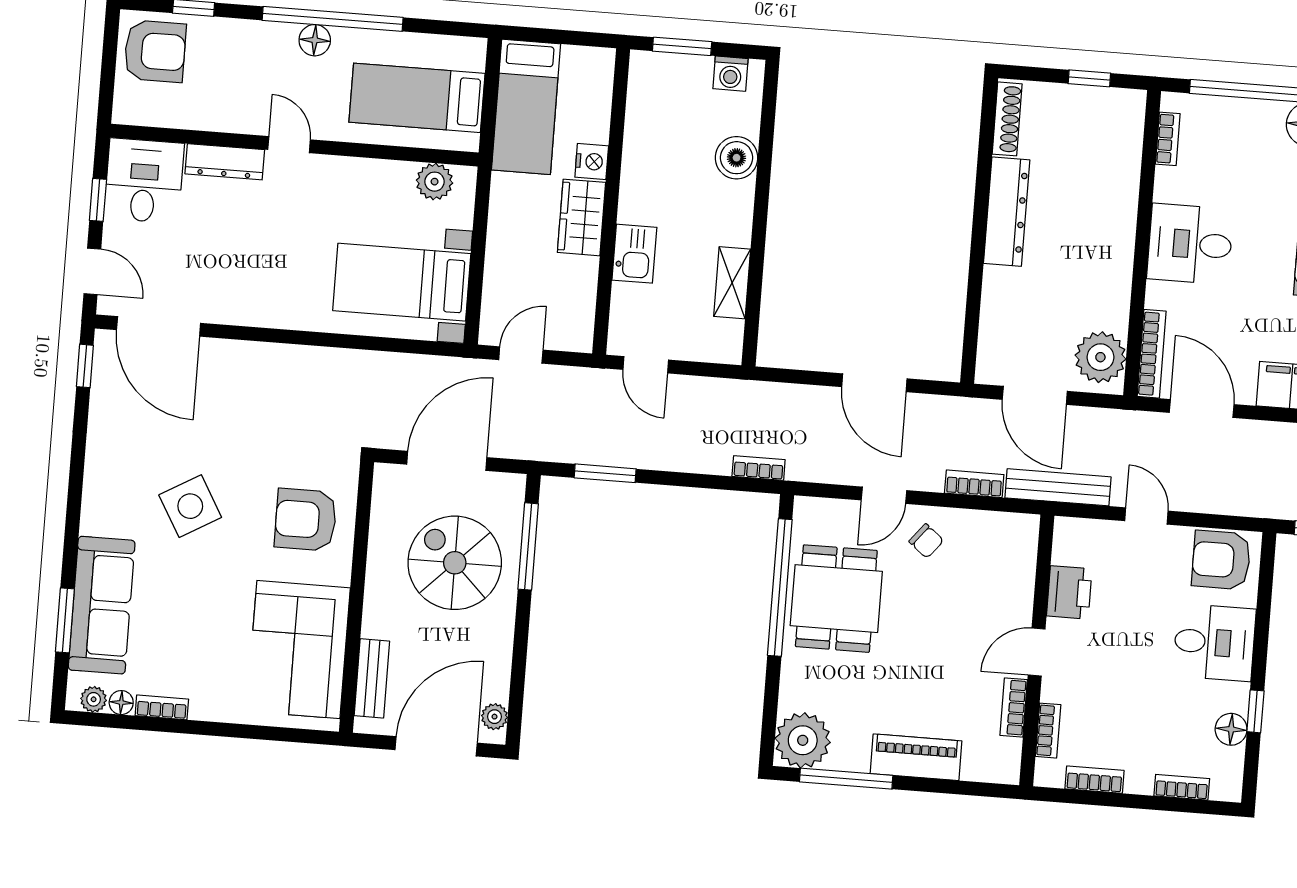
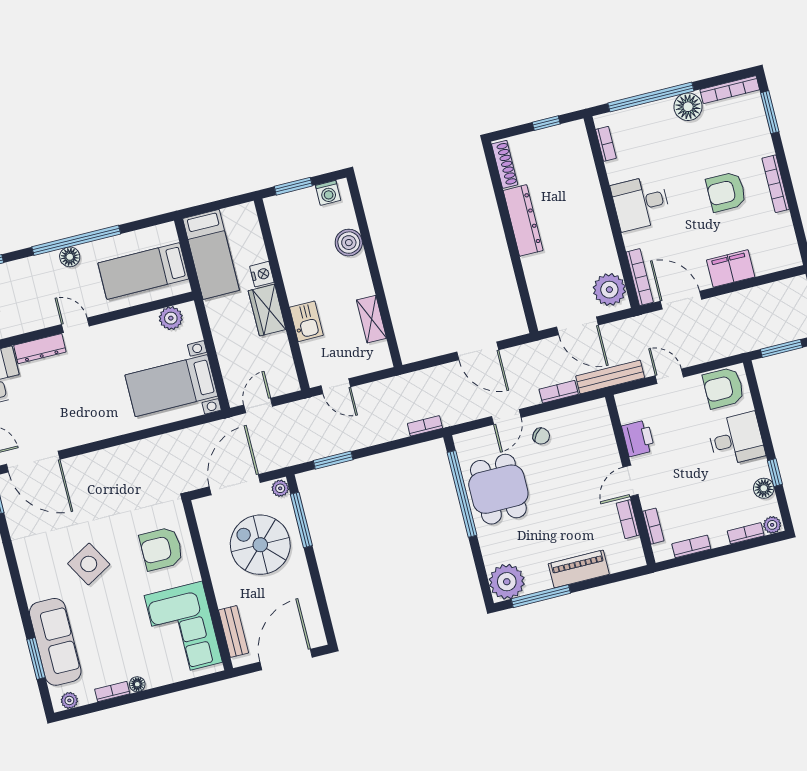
floor lamp: (121, 703) -> (137, 684), moved
plant: (494, 717) -> (280, 488), moved
plant: (1225, 788) -> (772, 525), added

